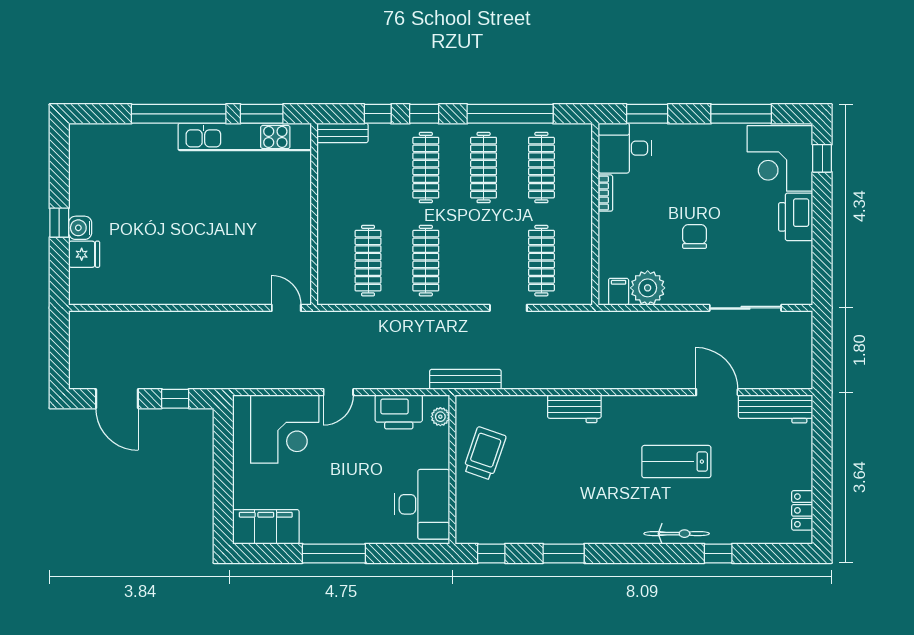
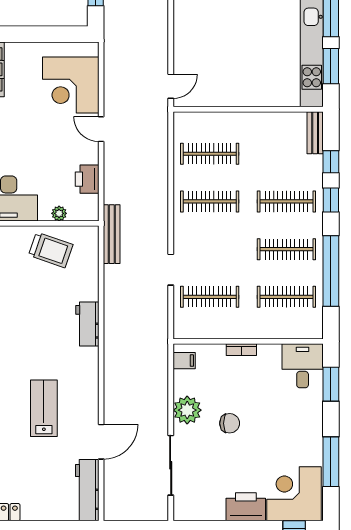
bookcase: (605, 193) -> (241, 350), moved
plant: (648, 288) -> (187, 410), moved
printer: (399, 412) -> (87, 179), width x0.73, depth x0.84
plant: (440, 417) -> (59, 213), moved

